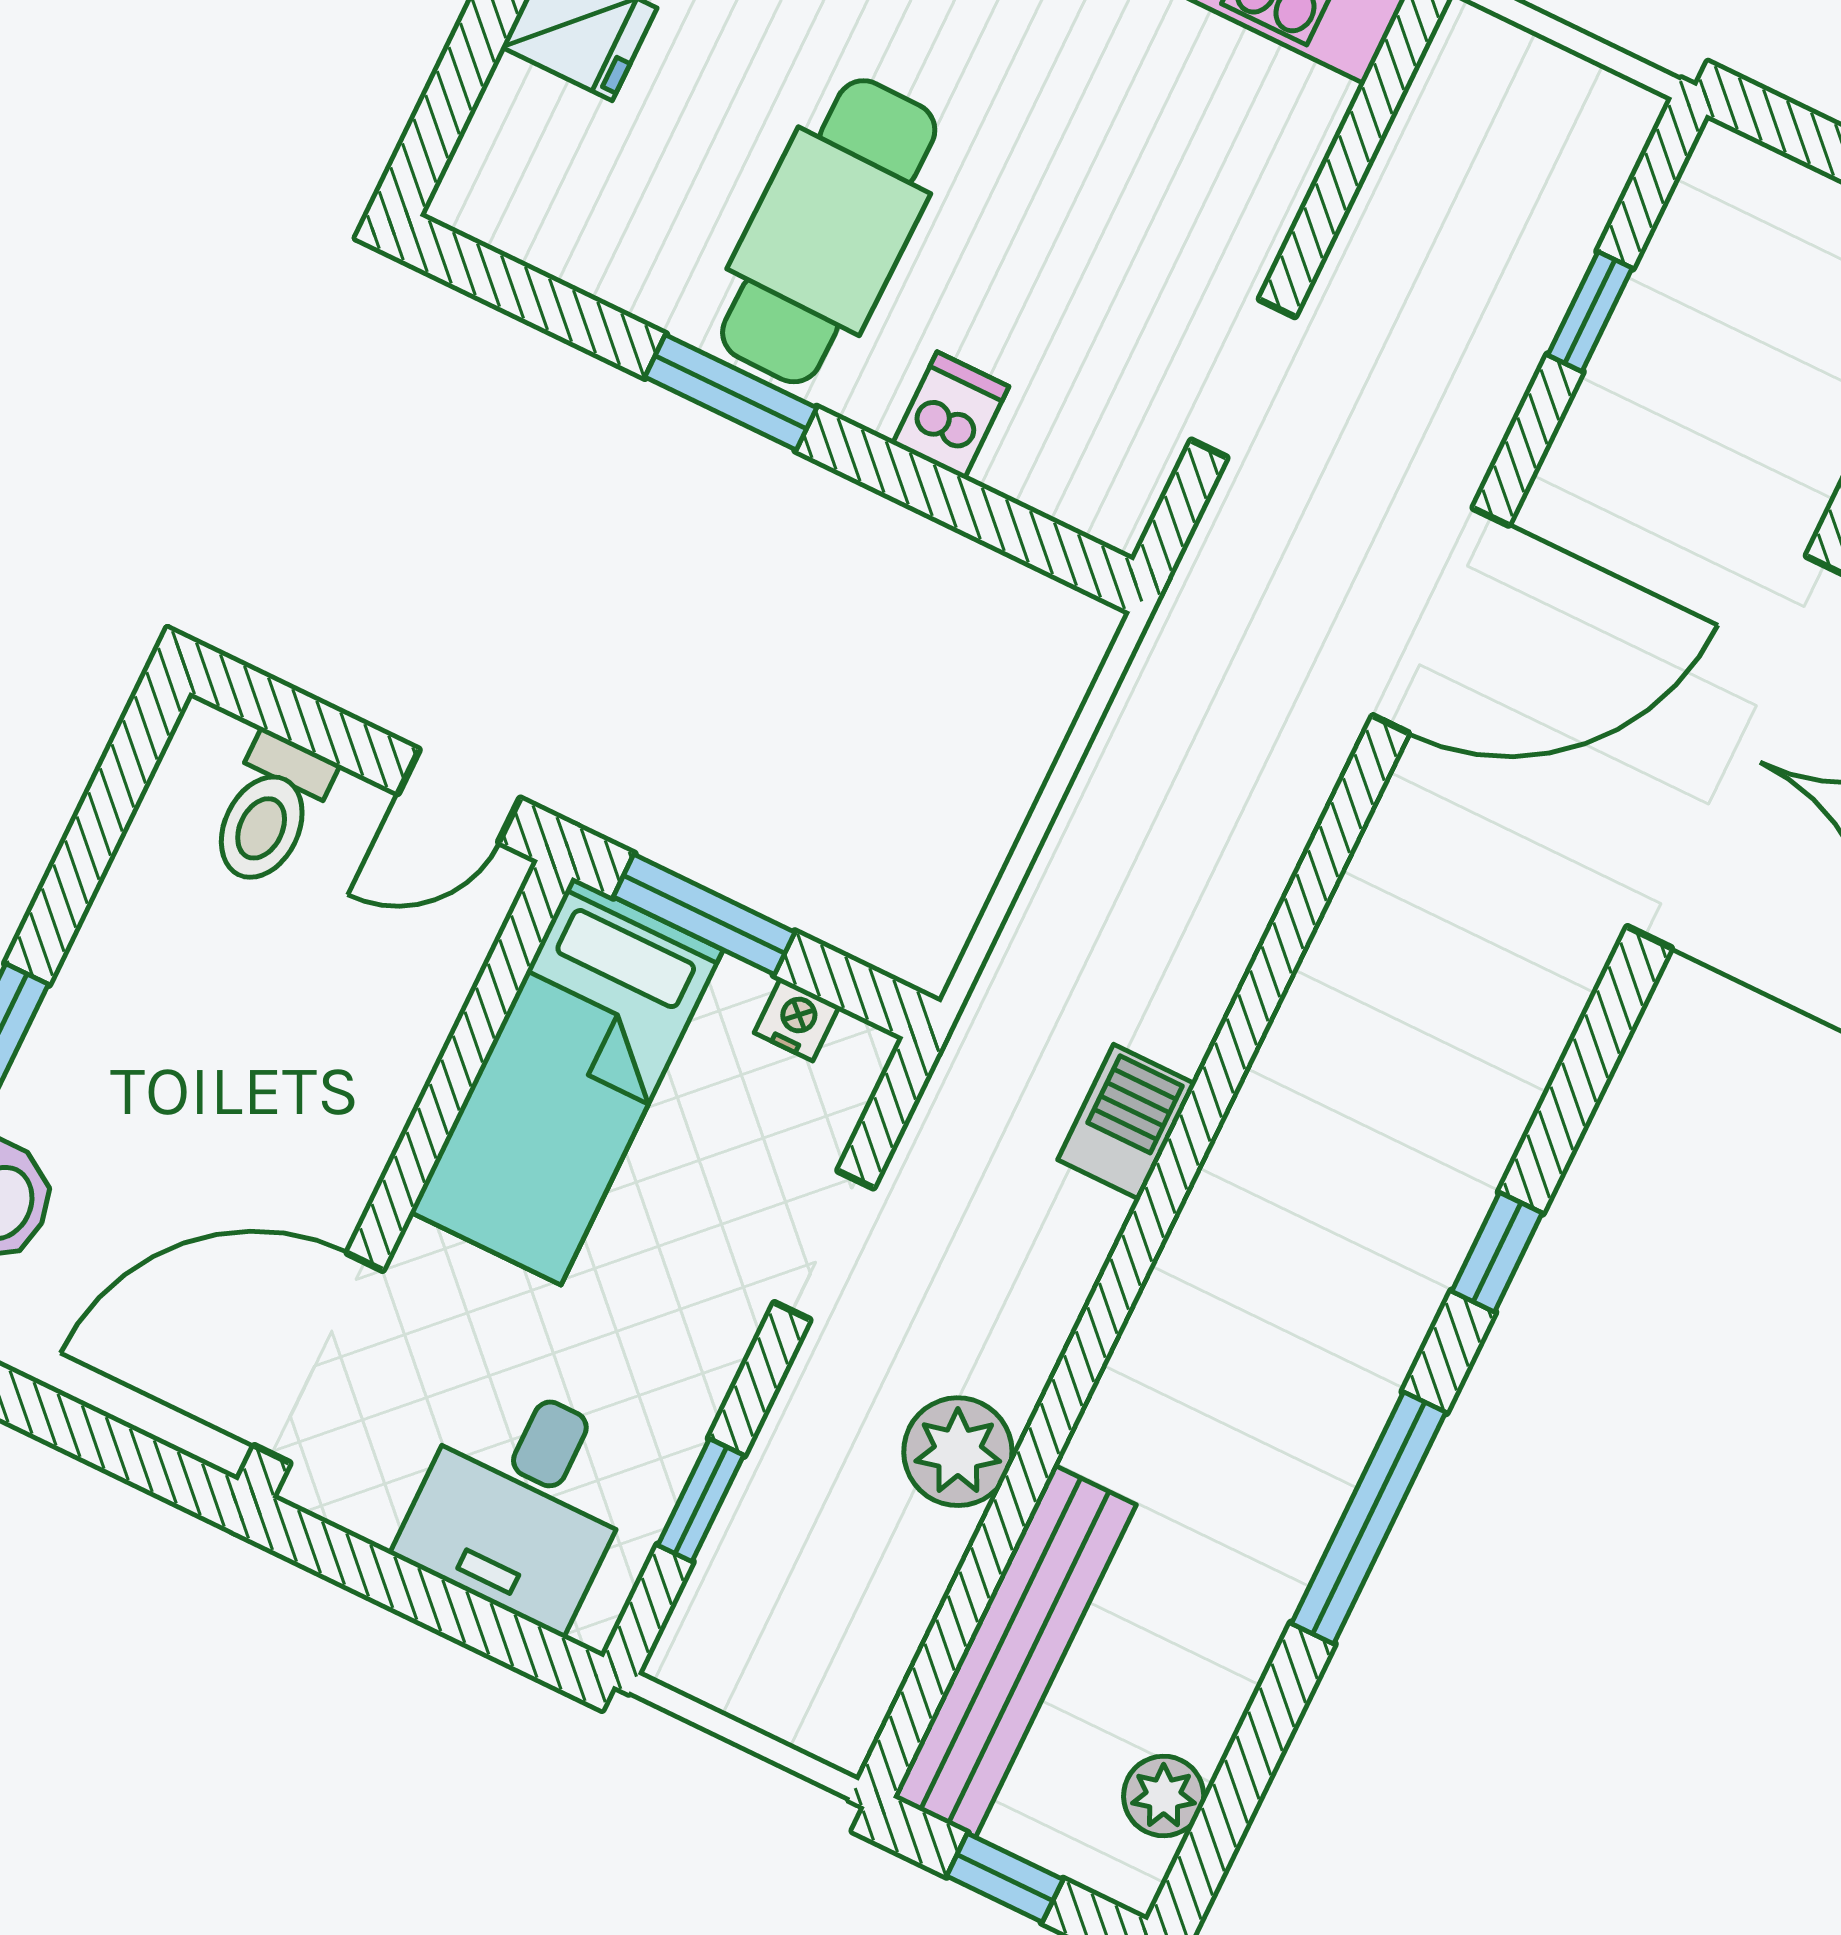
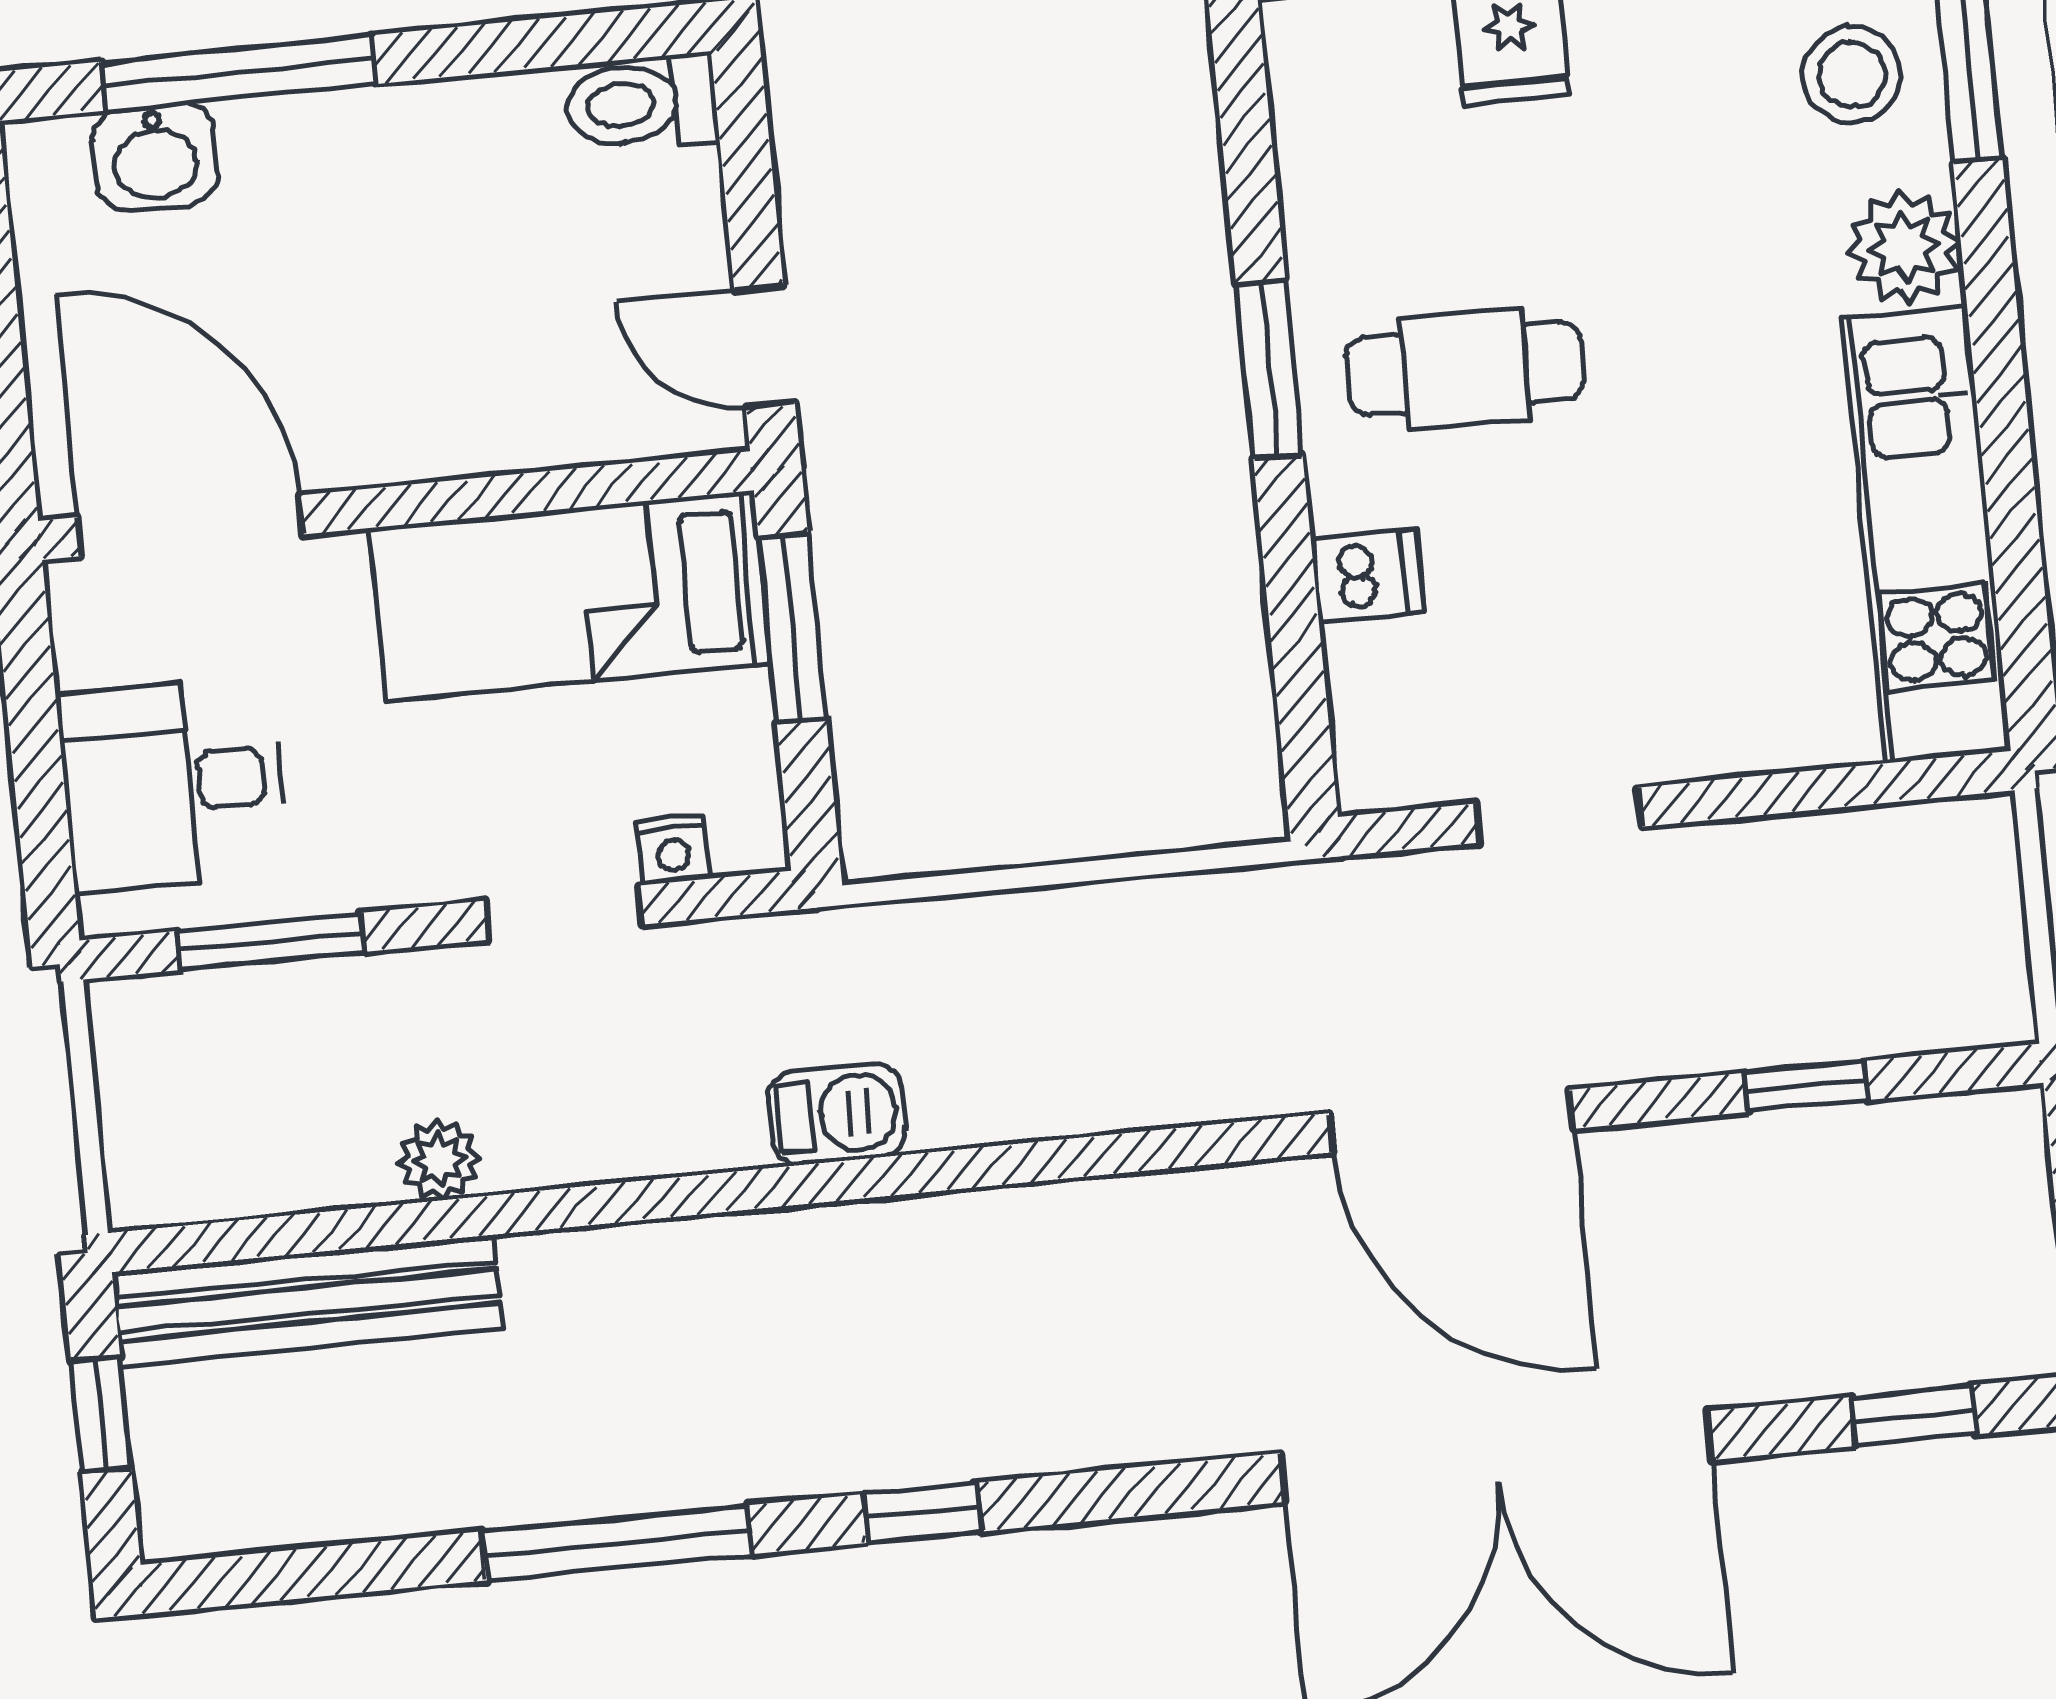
cafe table: (829, 231) -> (1465, 368), width x0.73, depth x0.74
toilet: (270, 810) -> (641, 103), moved
nightstand: (797, 1019) -> (673, 850), moved, turned 90
plant: (958, 1452) -> (440, 1160), width x0.73, depth x0.73
window: (701, 1500) -> (271, 941), width x1.50
plant: (1164, 1796) -> (259, 1512), removed

